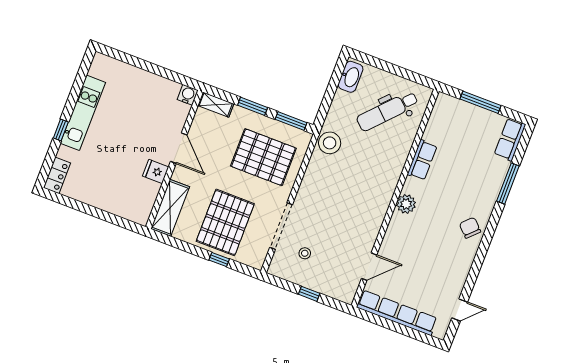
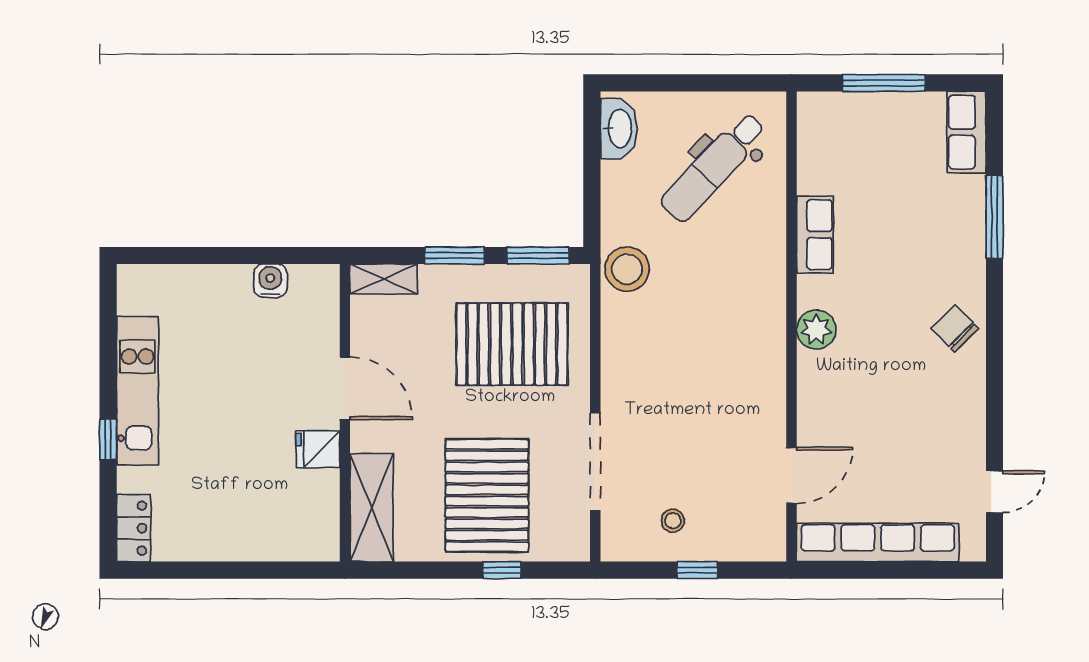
water cooler: (188, 95) -> (270, 281), moved
stool: (305, 253) -> (673, 521), moved

